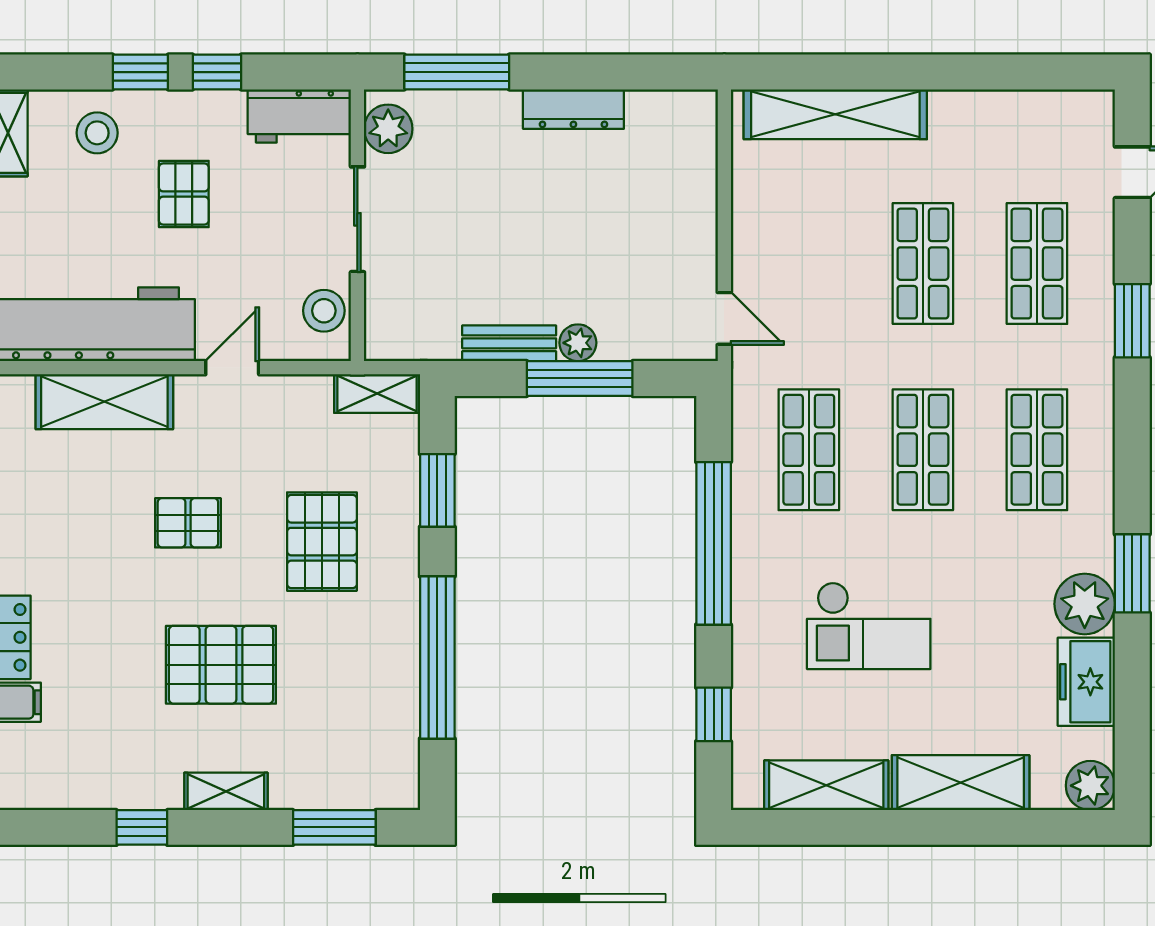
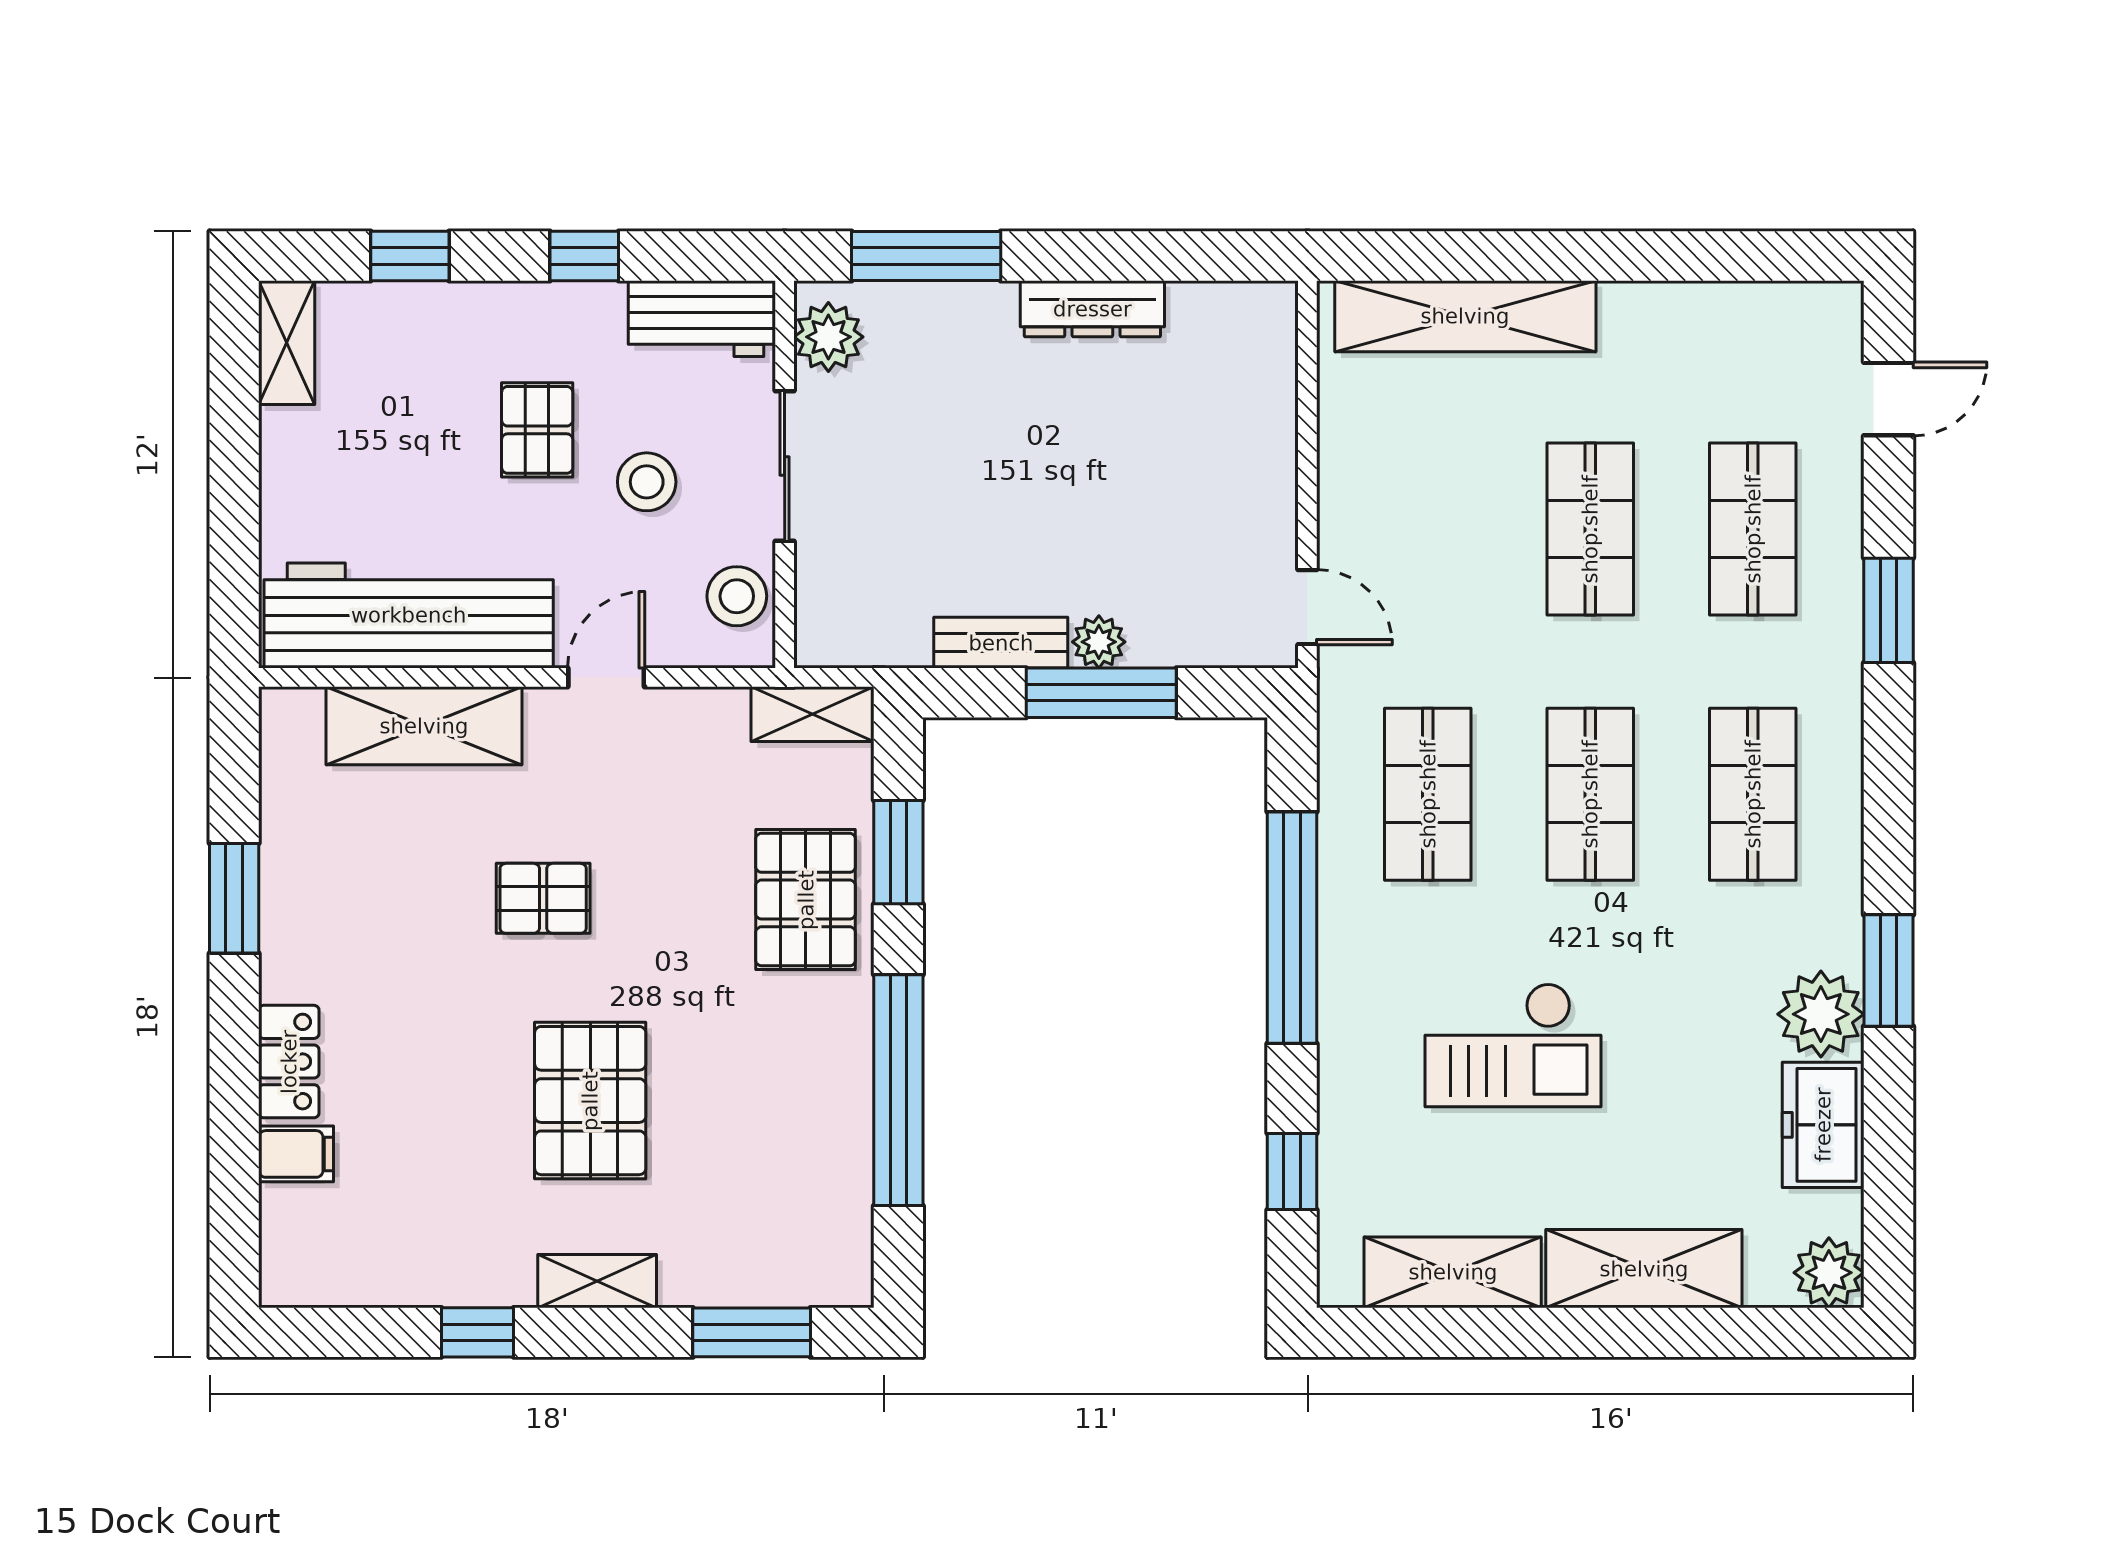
window: (140, 72) -> (410, 256), moved
stool: (97, 133) -> (647, 482), moved
pallet: (322, 542) -> (806, 900), moved
pallet: (221, 665) -> (590, 1101), turned 90

